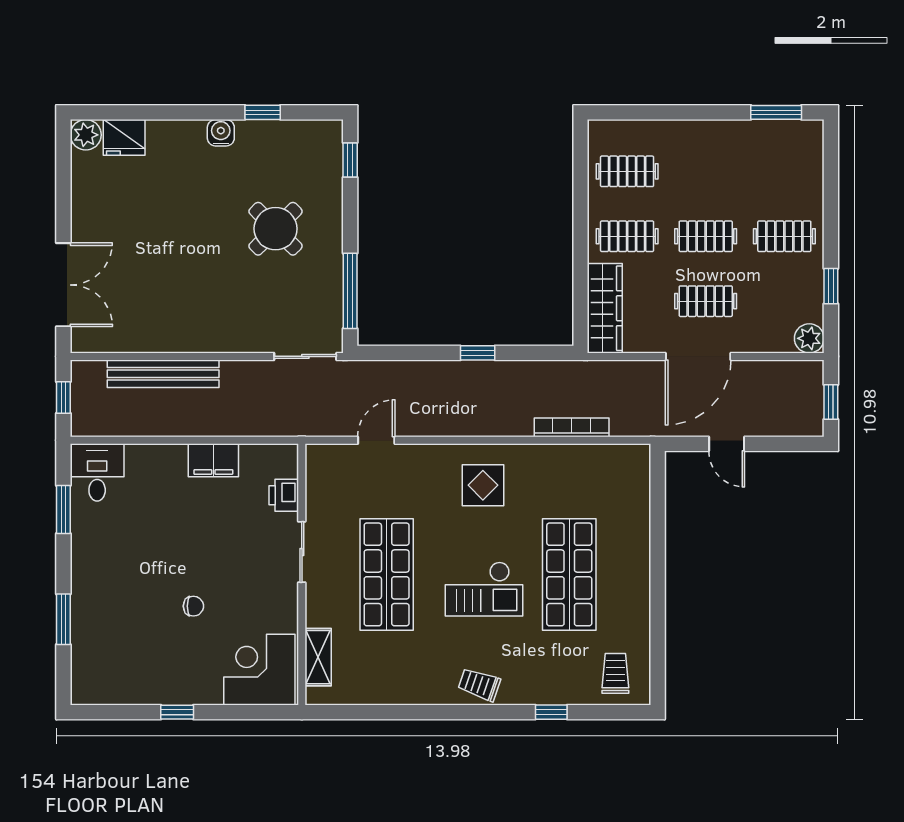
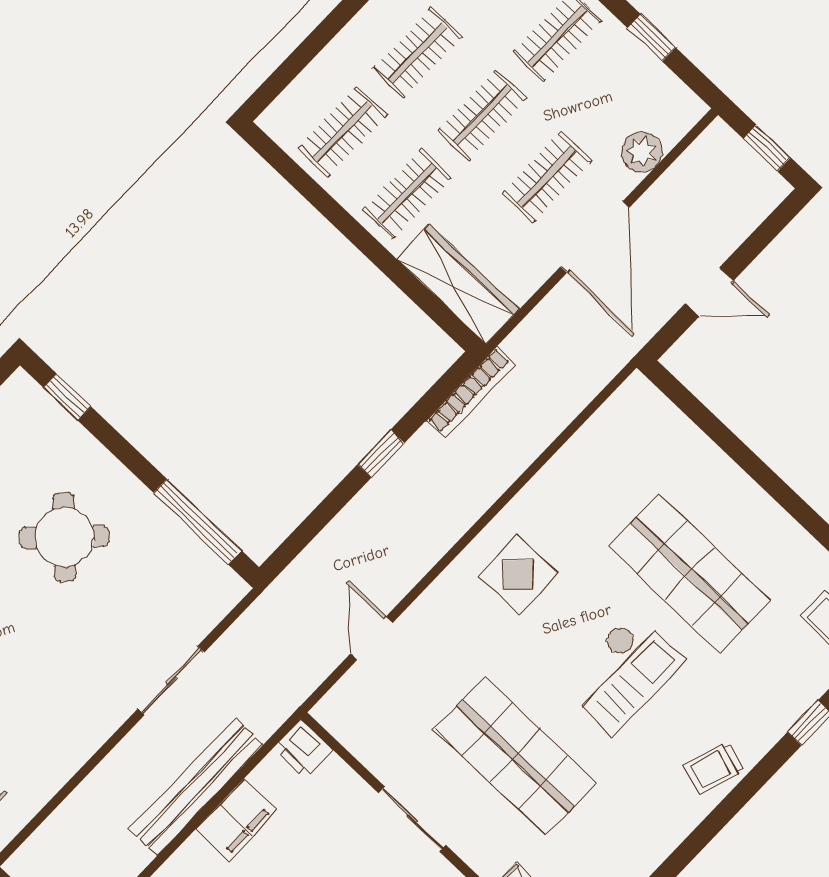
clothes rail: (706, 171) -> (417, 53), added
plant: (809, 338) -> (642, 152), moved
sliding door: (305, 356) -> (171, 681), moved
bench: (163, 374) -> (196, 787), moved
bookcase: (572, 427) -> (471, 393), moved, turned 180
printer: (284, 495) -> (303, 749), moved

